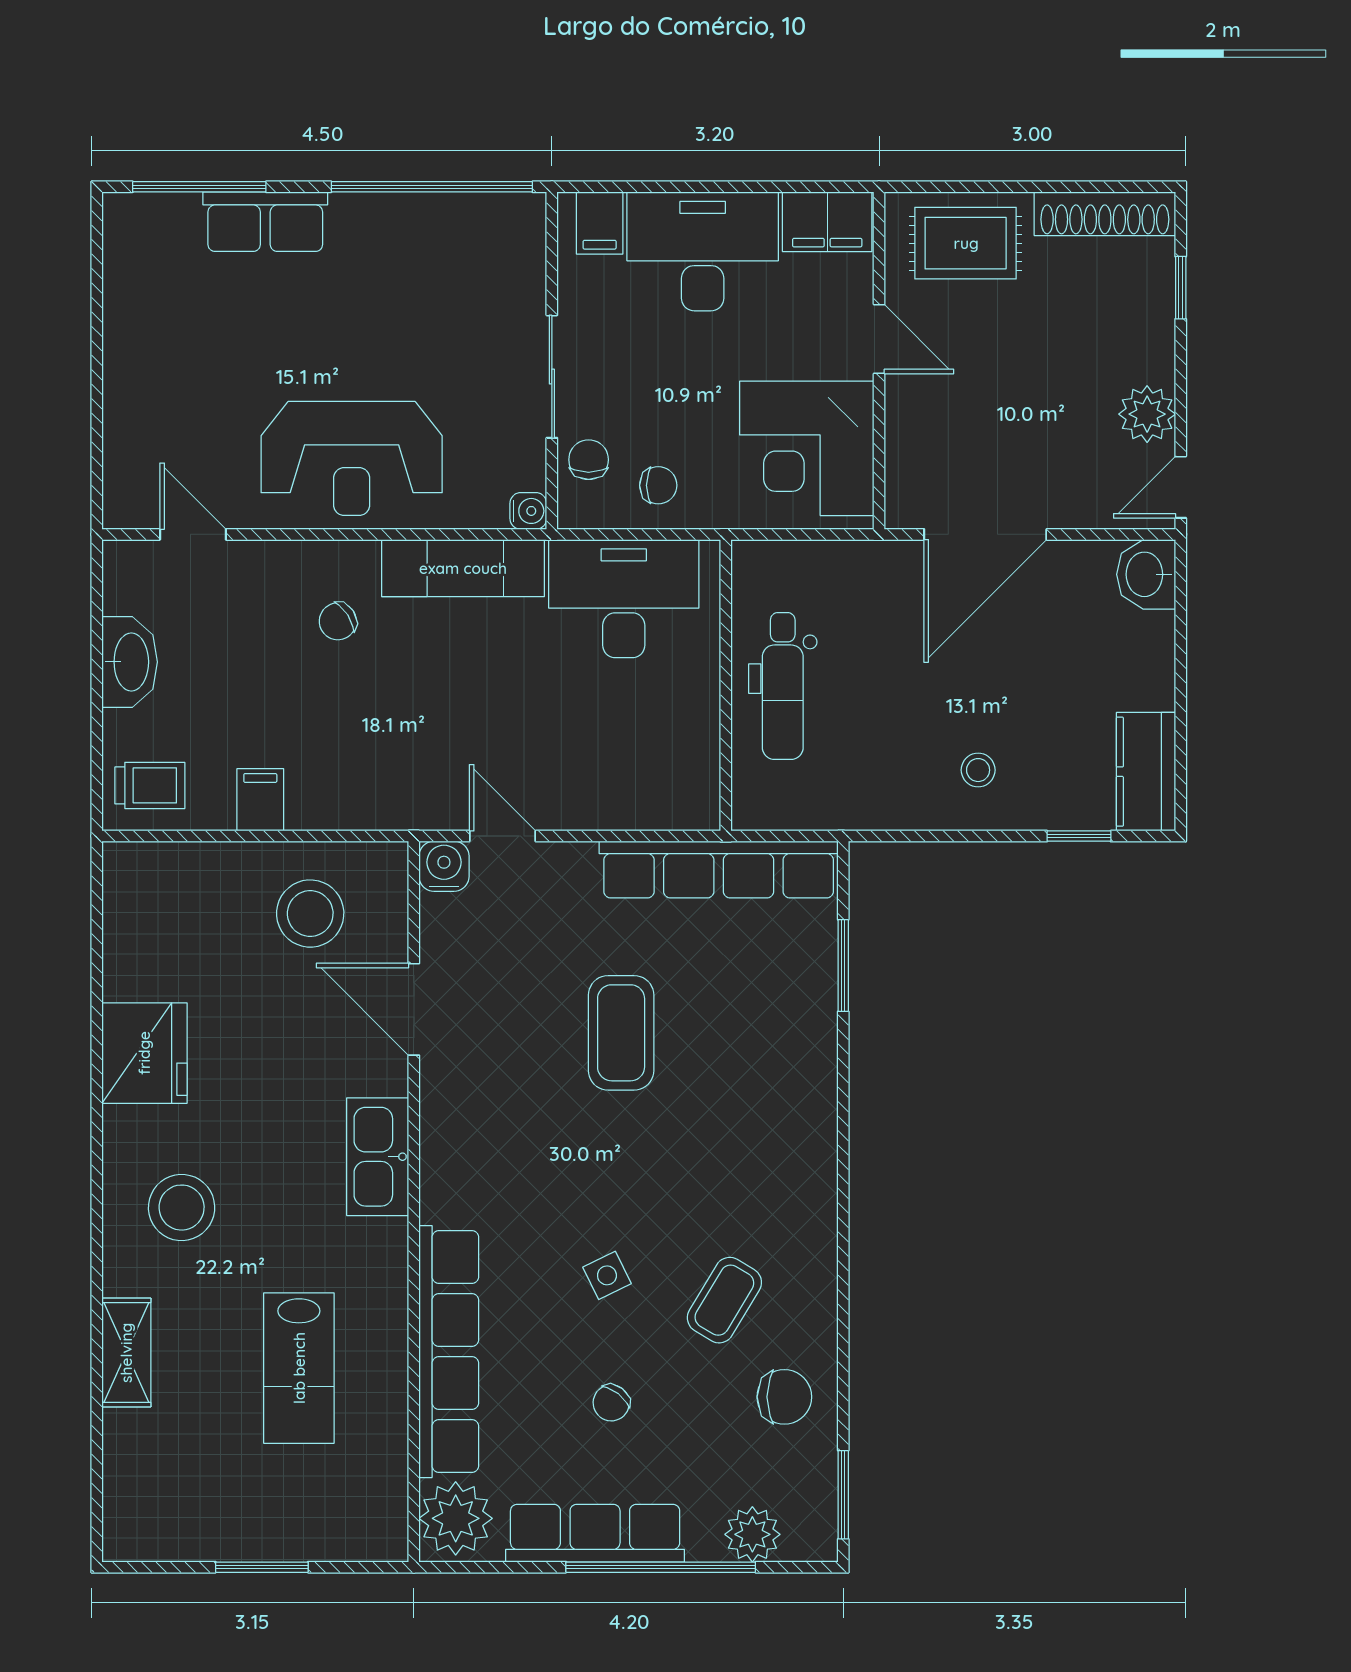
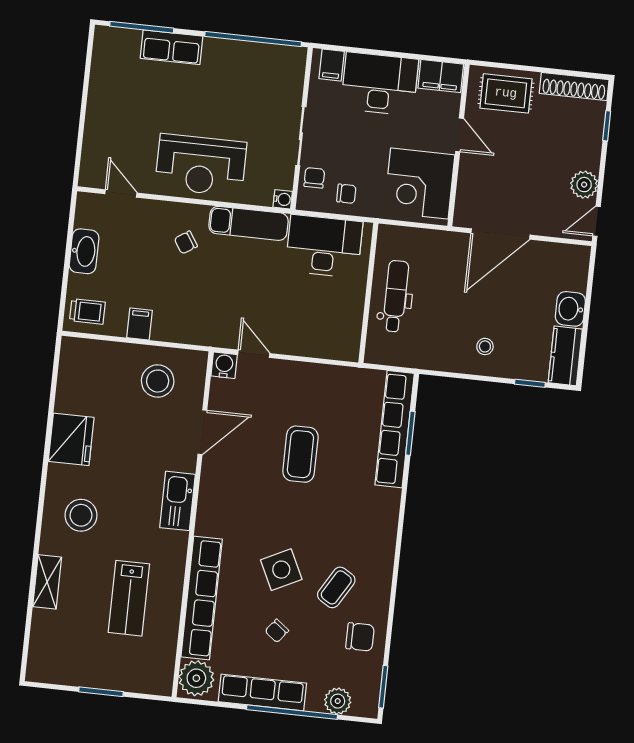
washbasin: (1146, 574) -> (570, 309), moved
dental chair: (783, 686) -> (396, 296), turned 180
row of seats: (719, 870) -> (395, 429), moved, turned 90
door: (414, 1009) -> (202, 432), swing flipped
side table: (607, 1275) -> (281, 570), width x1.87, depth x1.87

